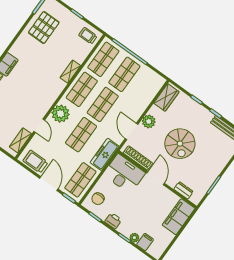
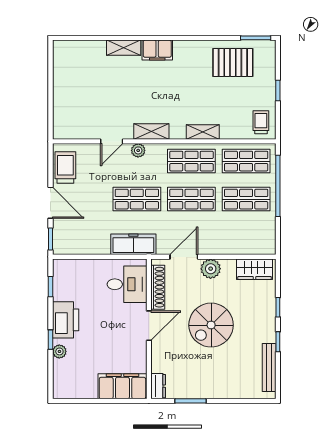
plant: (61, 114) -> (138, 150), width x0.53, depth x0.53
shelving: (20, 140) -> (151, 131), moved
desk: (124, 174) -> (127, 284), width x0.73
shop shelf: (80, 180) -> (82, 237), removed
door: (49, 184) -> (51, 203), hinge flipped
dresser: (183, 190) -> (158, 386), moved
chair: (98, 199) -> (75, 274), removed
printer: (113, 221) -> (66, 320), width x1.87, depth x1.48
filing cabinet: (145, 242) -> (63, 368), removed

